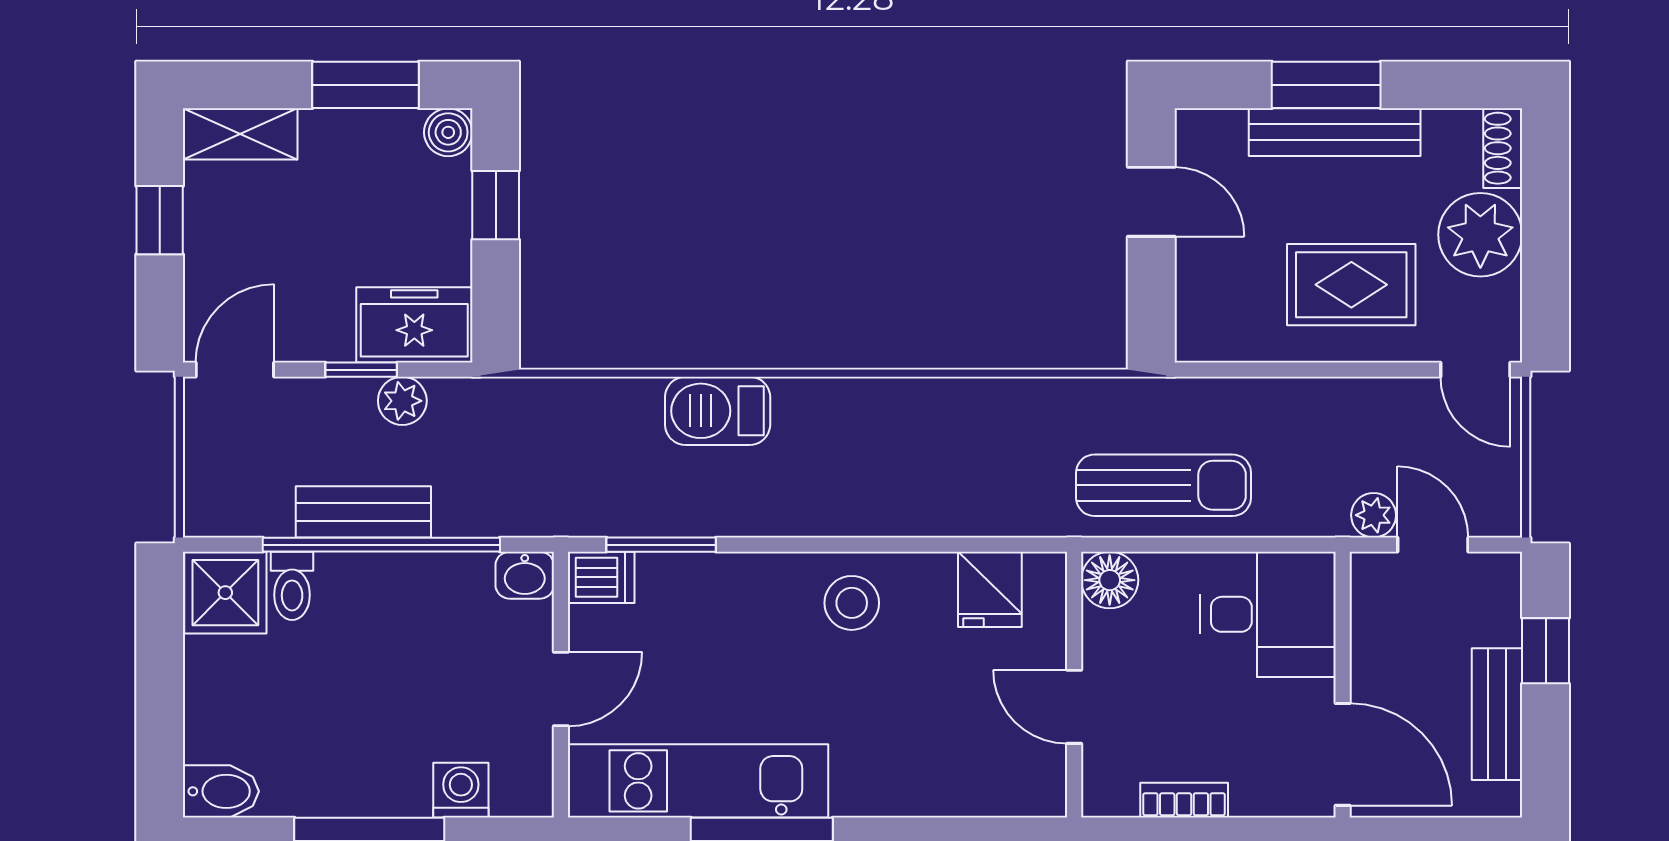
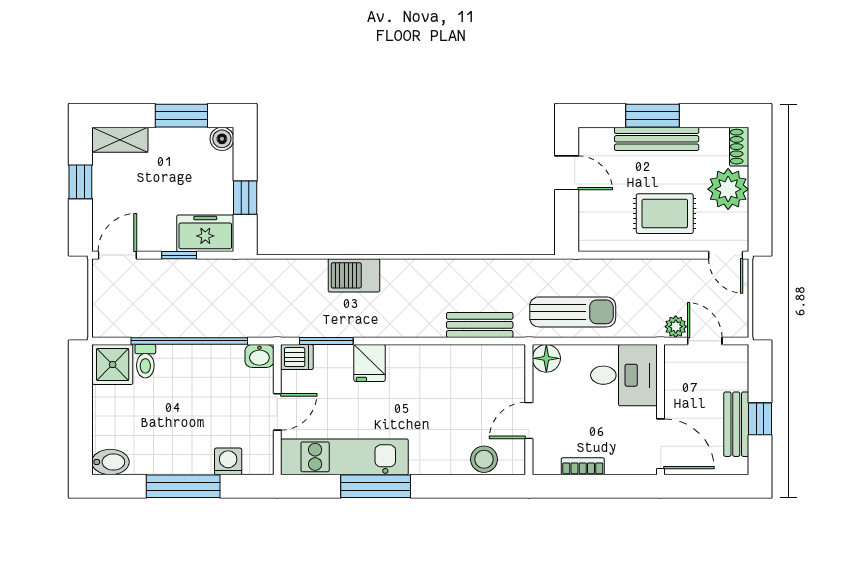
window: (496, 205) -> (245, 198), moved
plant: (402, 401) -> (199, 271), removed
bench: (363, 512) -> (480, 325), moved
fridge: (990, 589) -> (370, 363), moved
stool: (852, 603) -> (484, 459), moved
window: (1546, 651) -> (760, 419), moved
door: (1074, 707) -> (529, 421), hinge flipped

